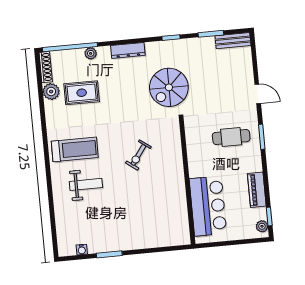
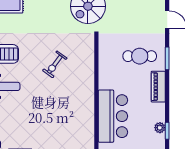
piano: (257, 190) -> (158, 87), moved
plant: (262, 226) -> (160, 128), moved

